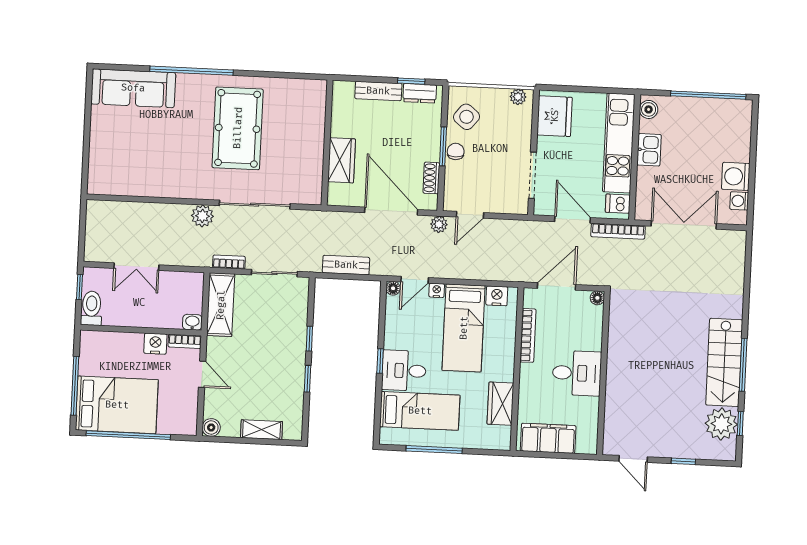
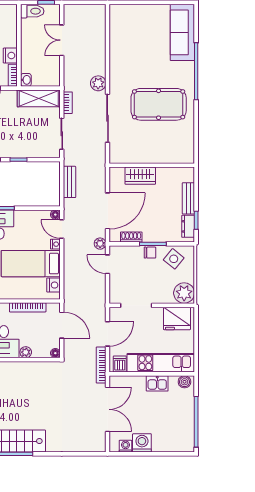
plant: (518, 97) -> (184, 293), width x1.87, depth x1.87
plant: (594, 342) -> (26, 352), added

